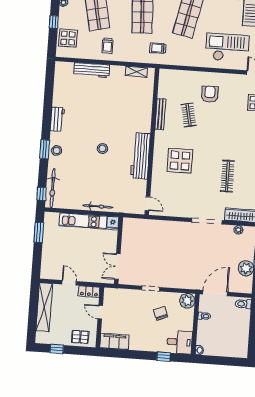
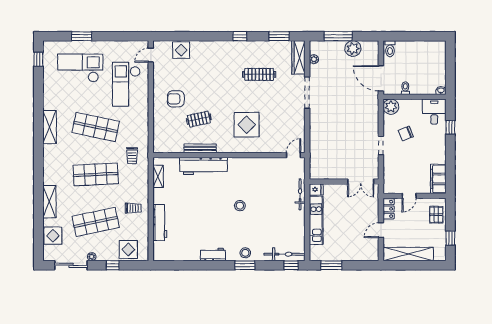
workbench: (140, 156) -> (203, 166), moved
bicycle: (98, 206) -> (300, 194), moved

